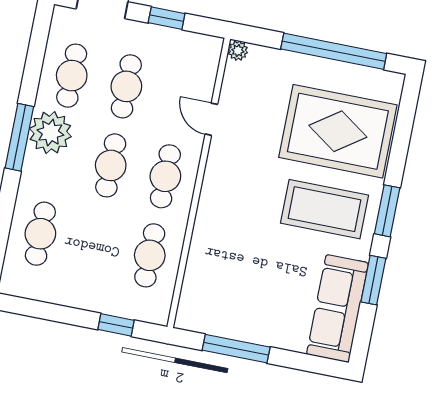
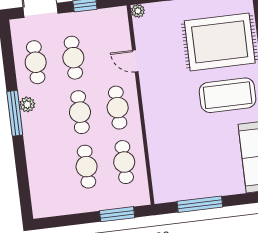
plant: (50, 133) -> (27, 104), width x0.53, depth x0.53
cafe table: (40, 234) -> (87, 167), moved
window: (116, 325) -> (117, 214), width x1.50

